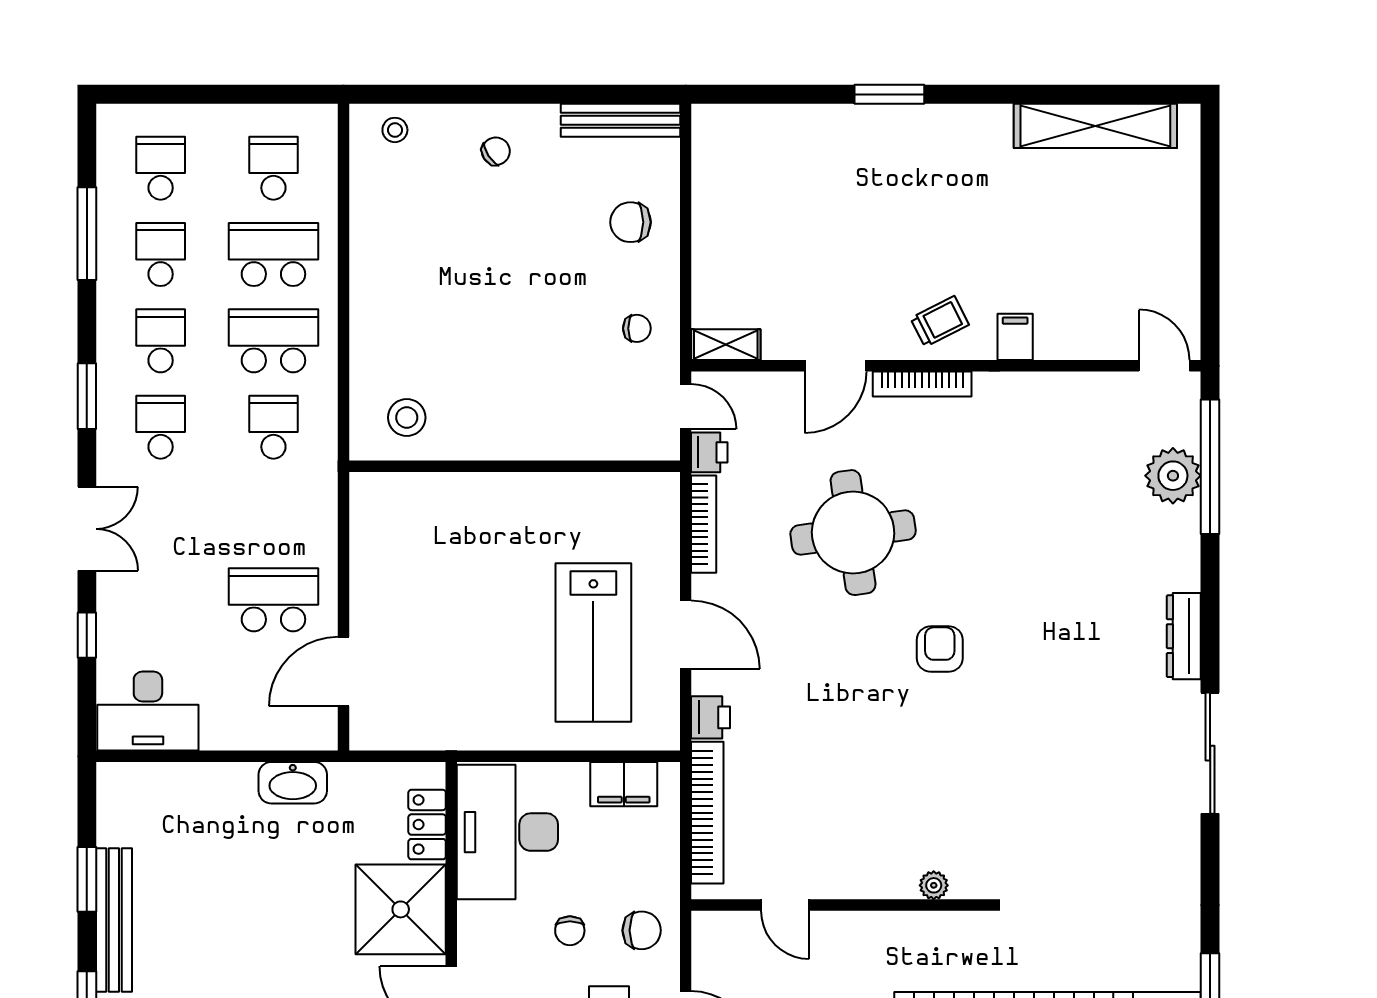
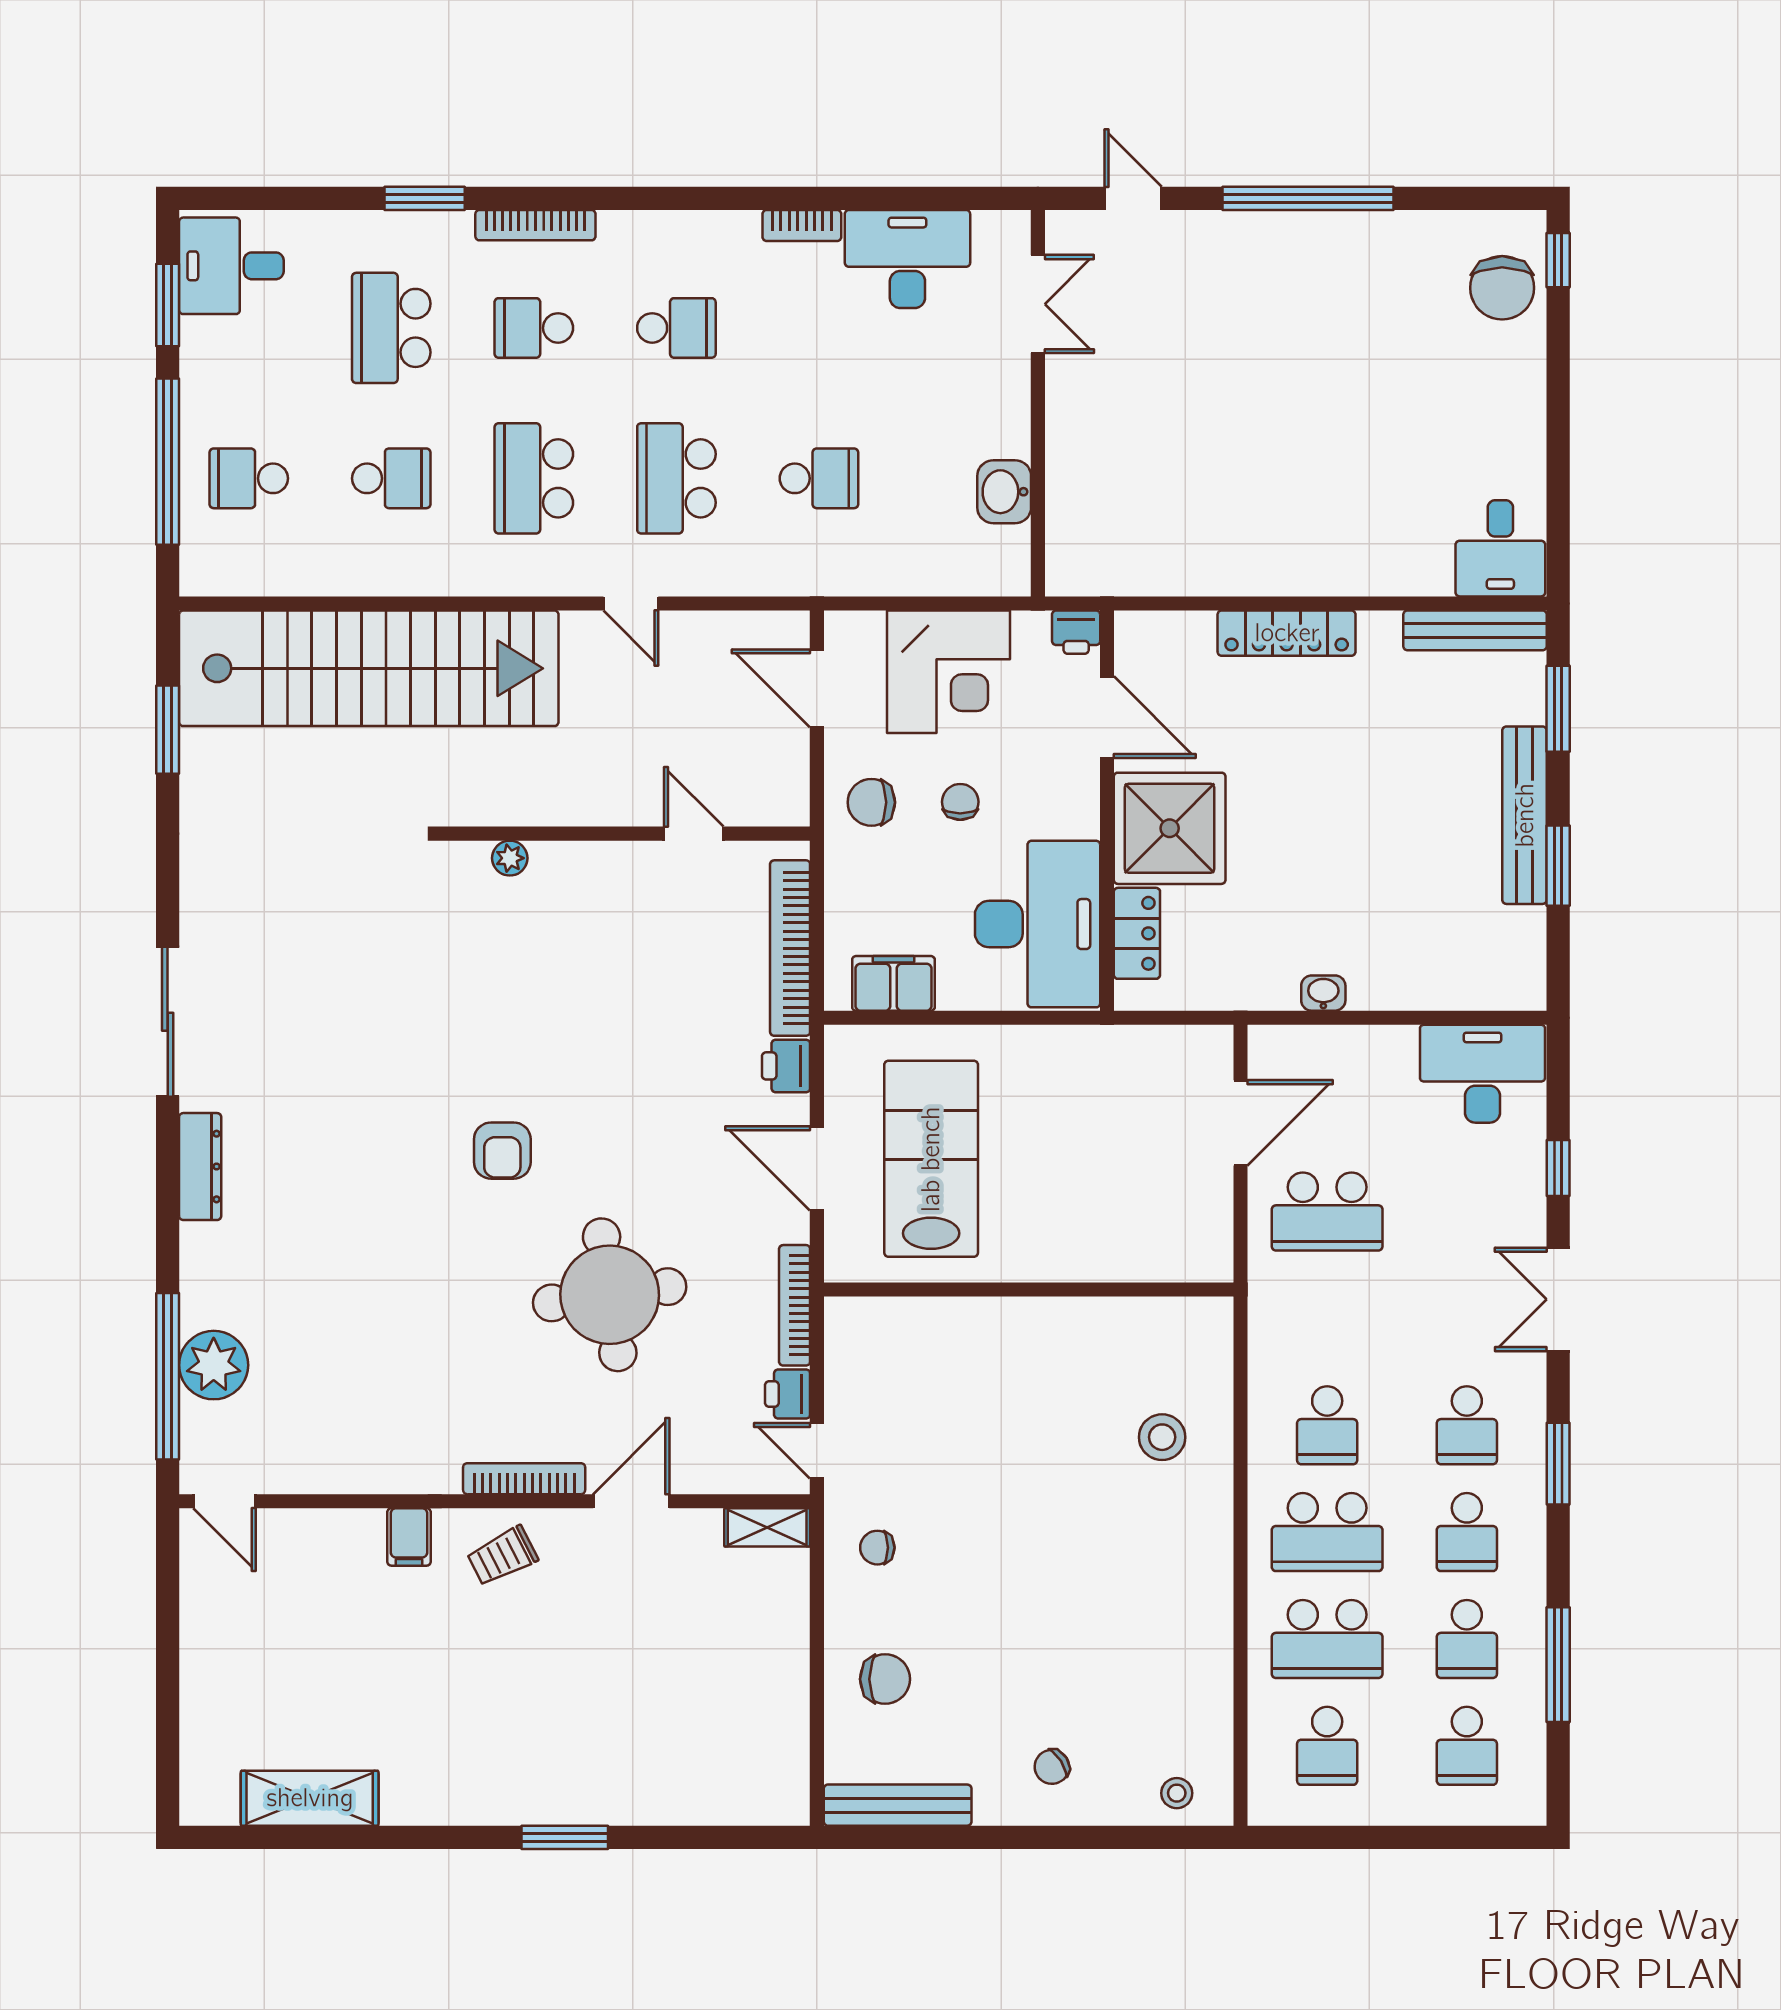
shelving: (1095, 126) -> (310, 1798), width x0.68
wall: (515, 466) -> (1029, 1289), moved
washbasin: (293, 783) -> (1323, 993), width x0.52, depth x0.69

